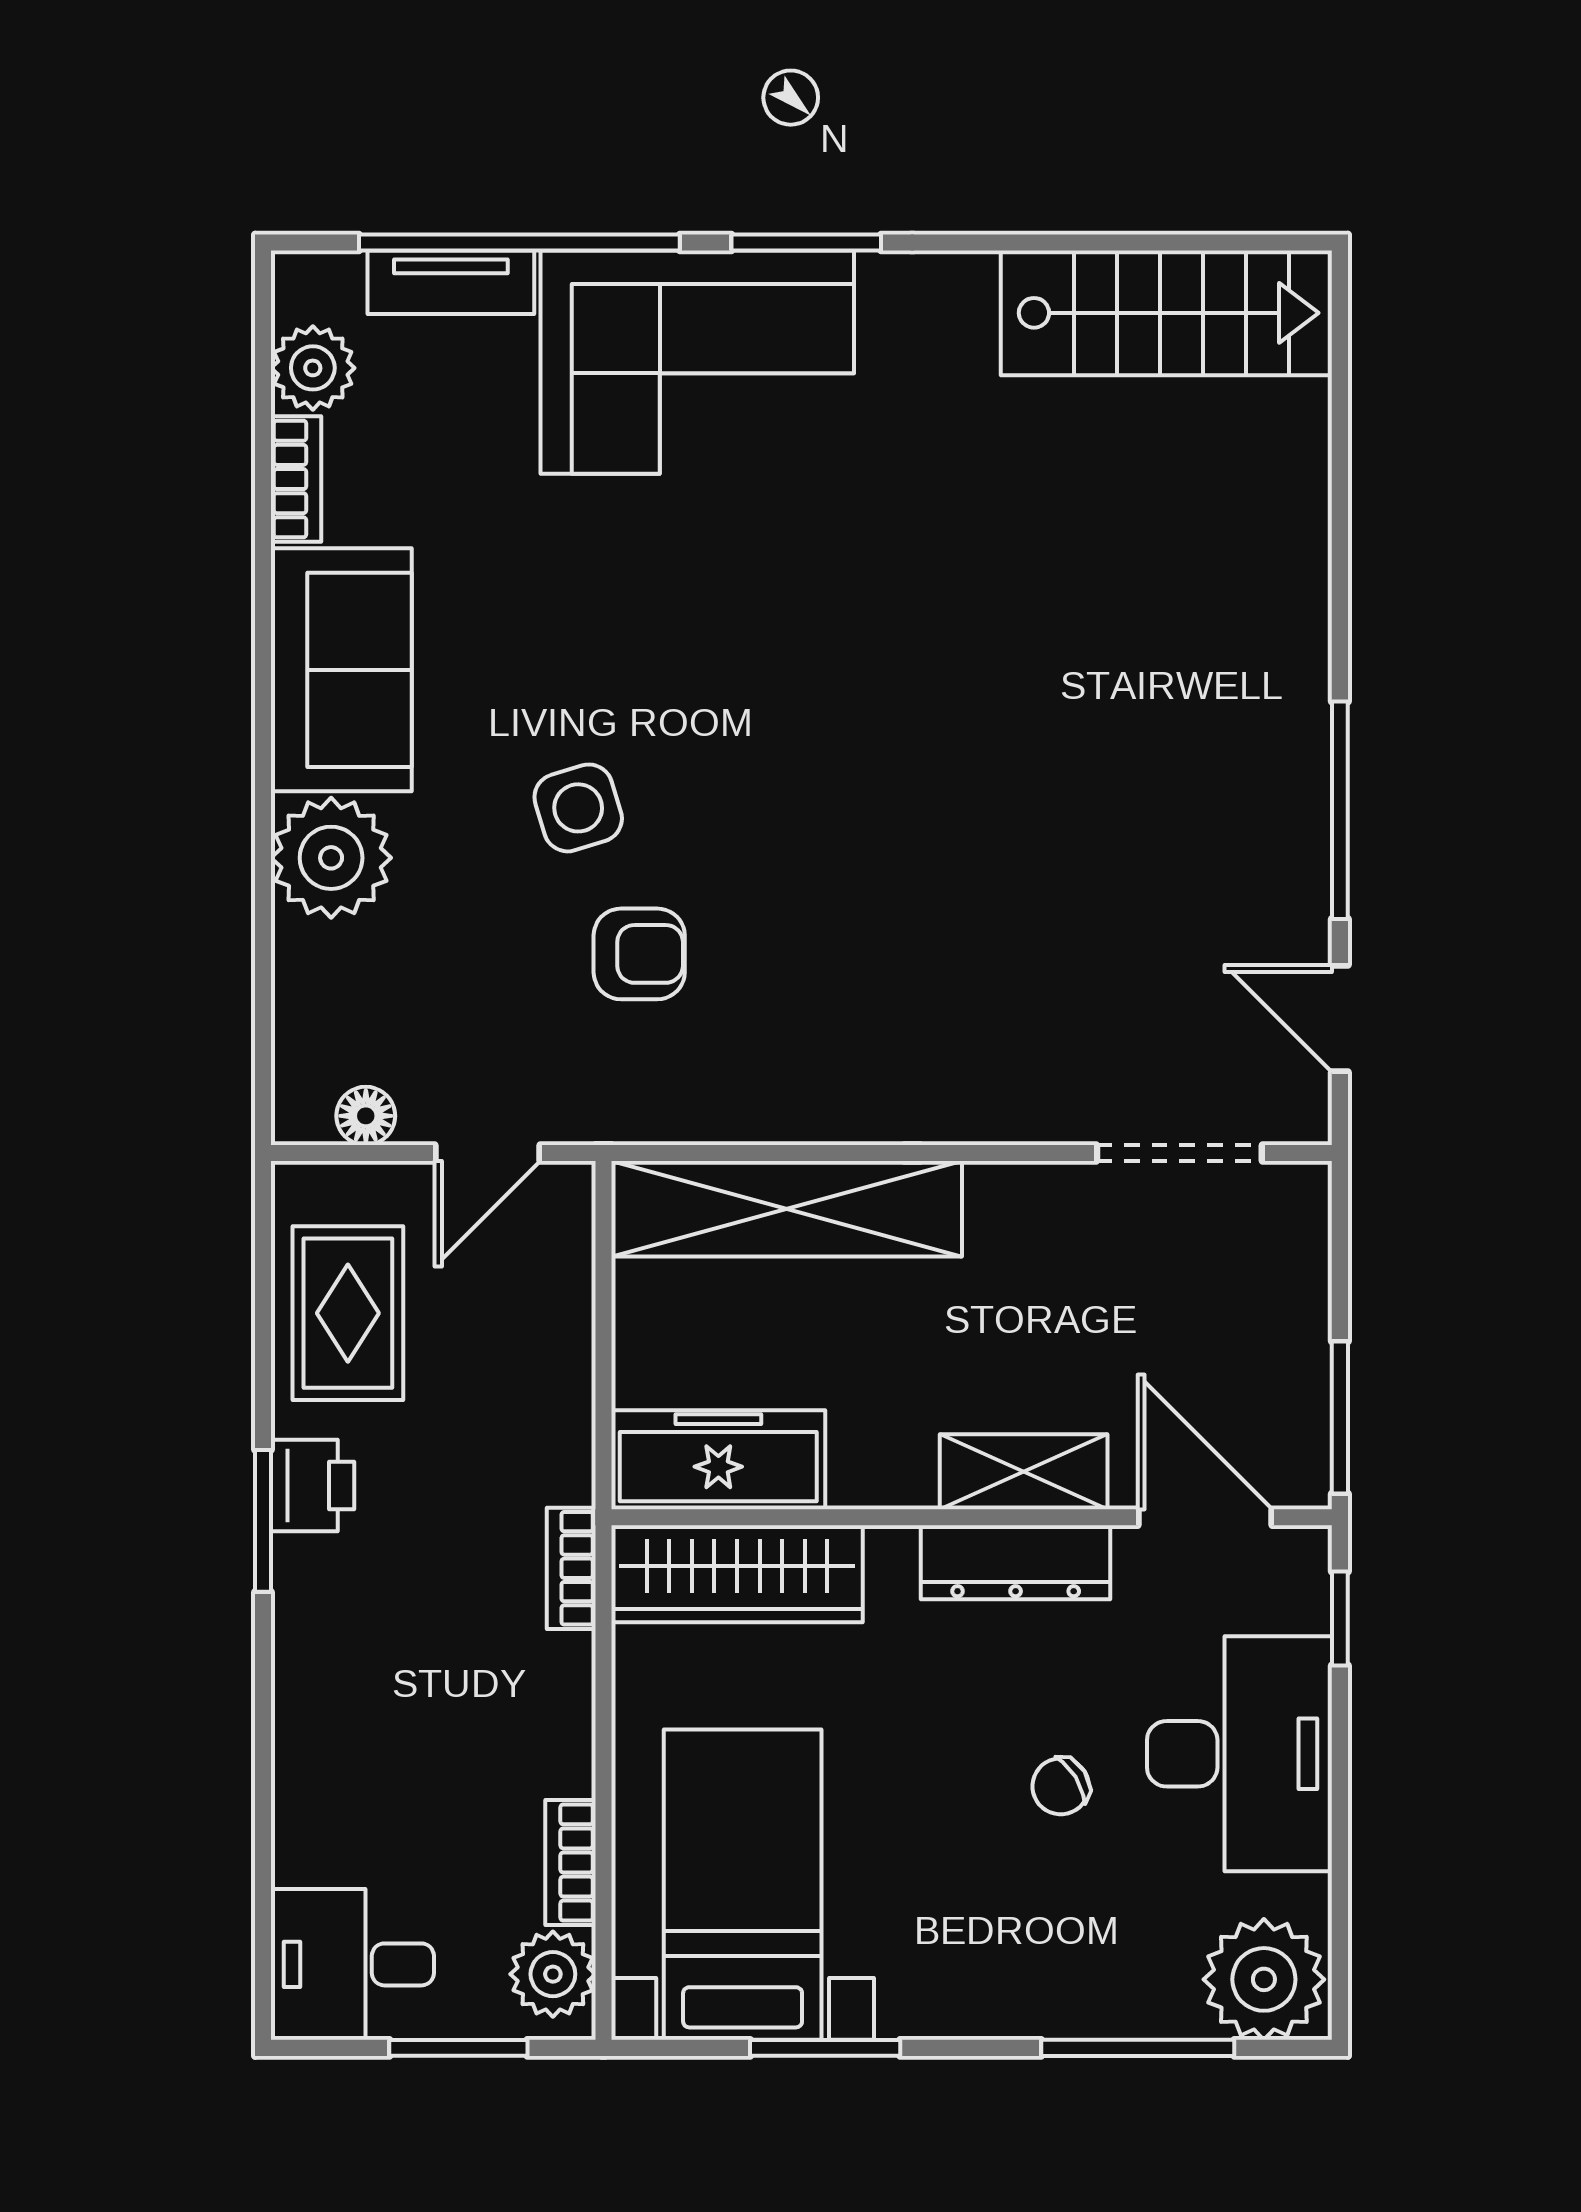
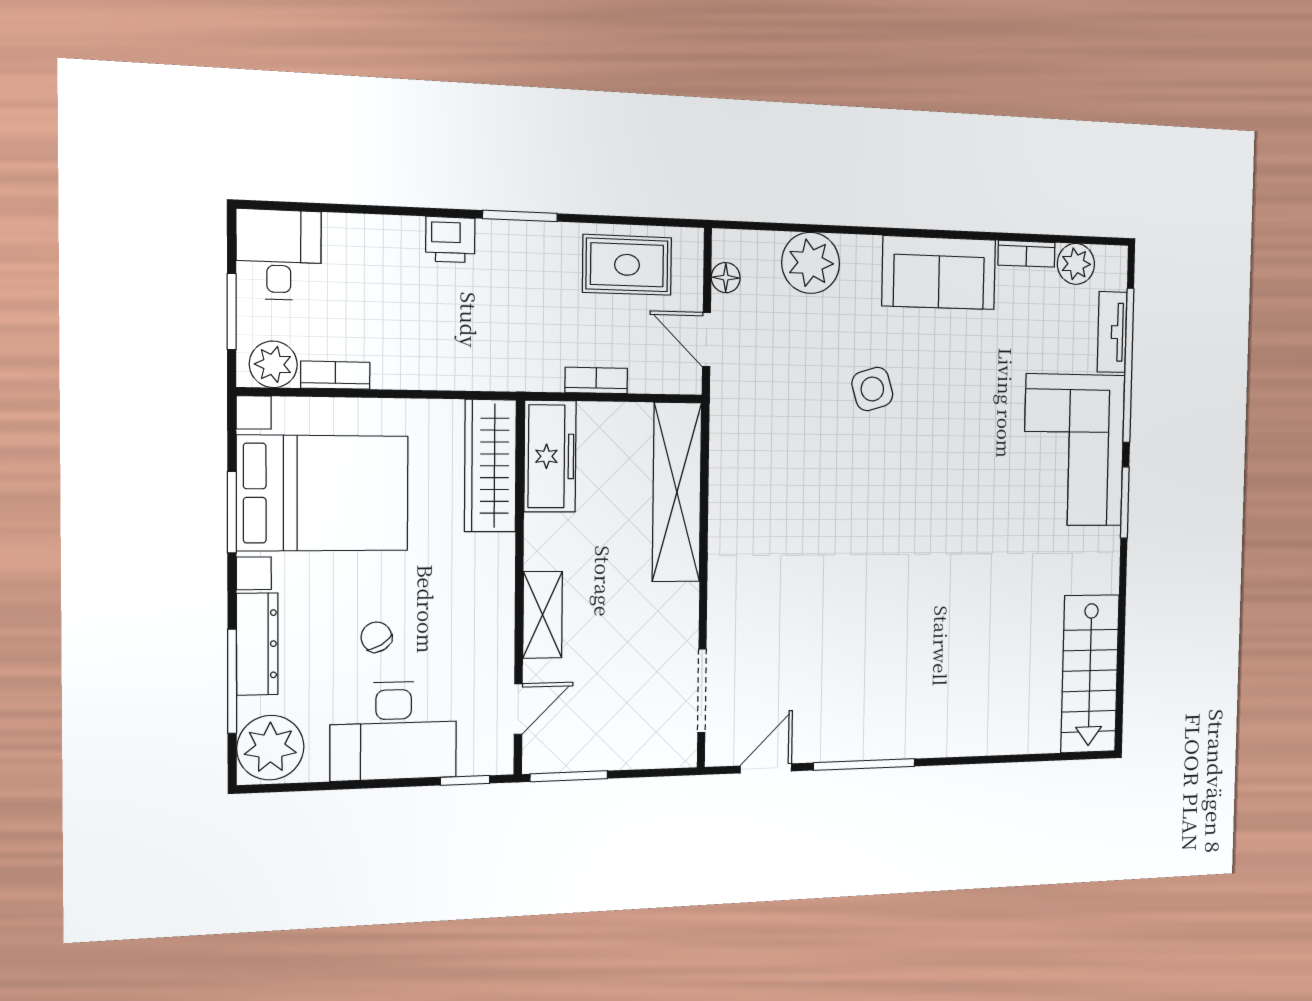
plant: (331, 858) -> (811, 263), moved
armchair: (639, 954) -> (802, 418), removed
printer: (313, 1485) -> (450, 240), moved
door: (1205, 1517) -> (518, 709), width x0.73
dresser: (1016, 1562) -> (257, 644), moved, turned 180
bookcase: (571, 1568) -> (596, 380), moved
bed with nightstands: (743, 1885) -> (323, 493), width x1.36

